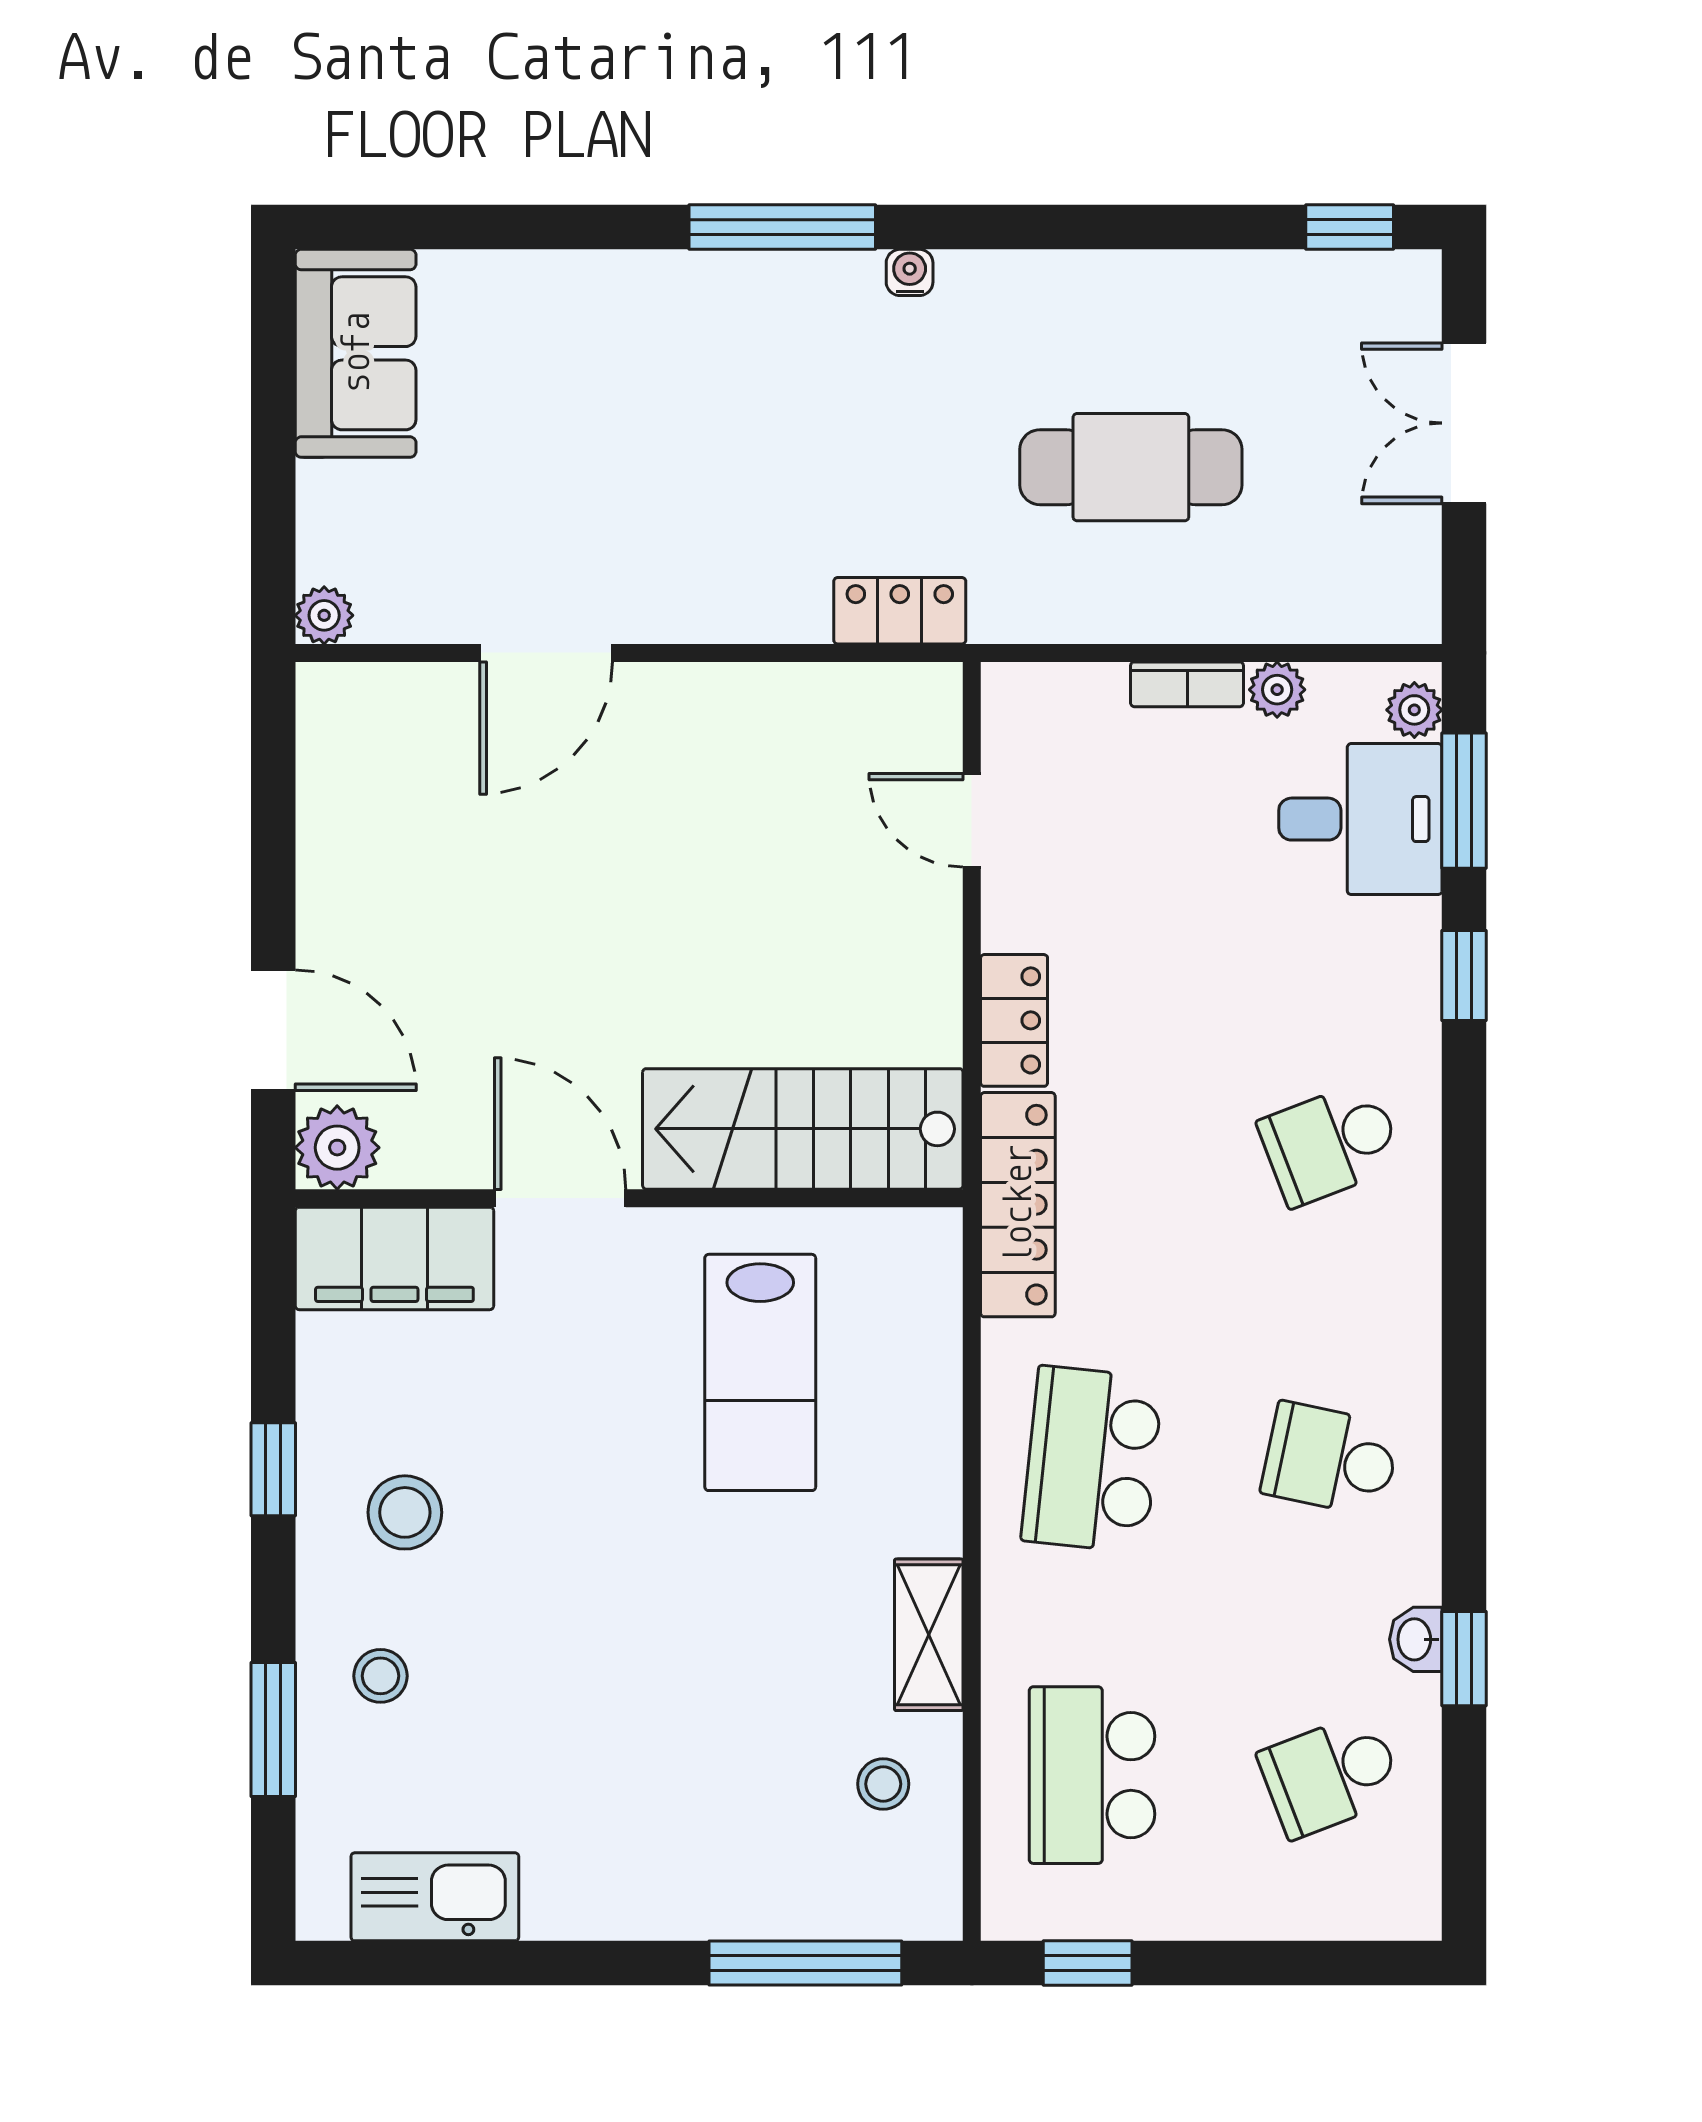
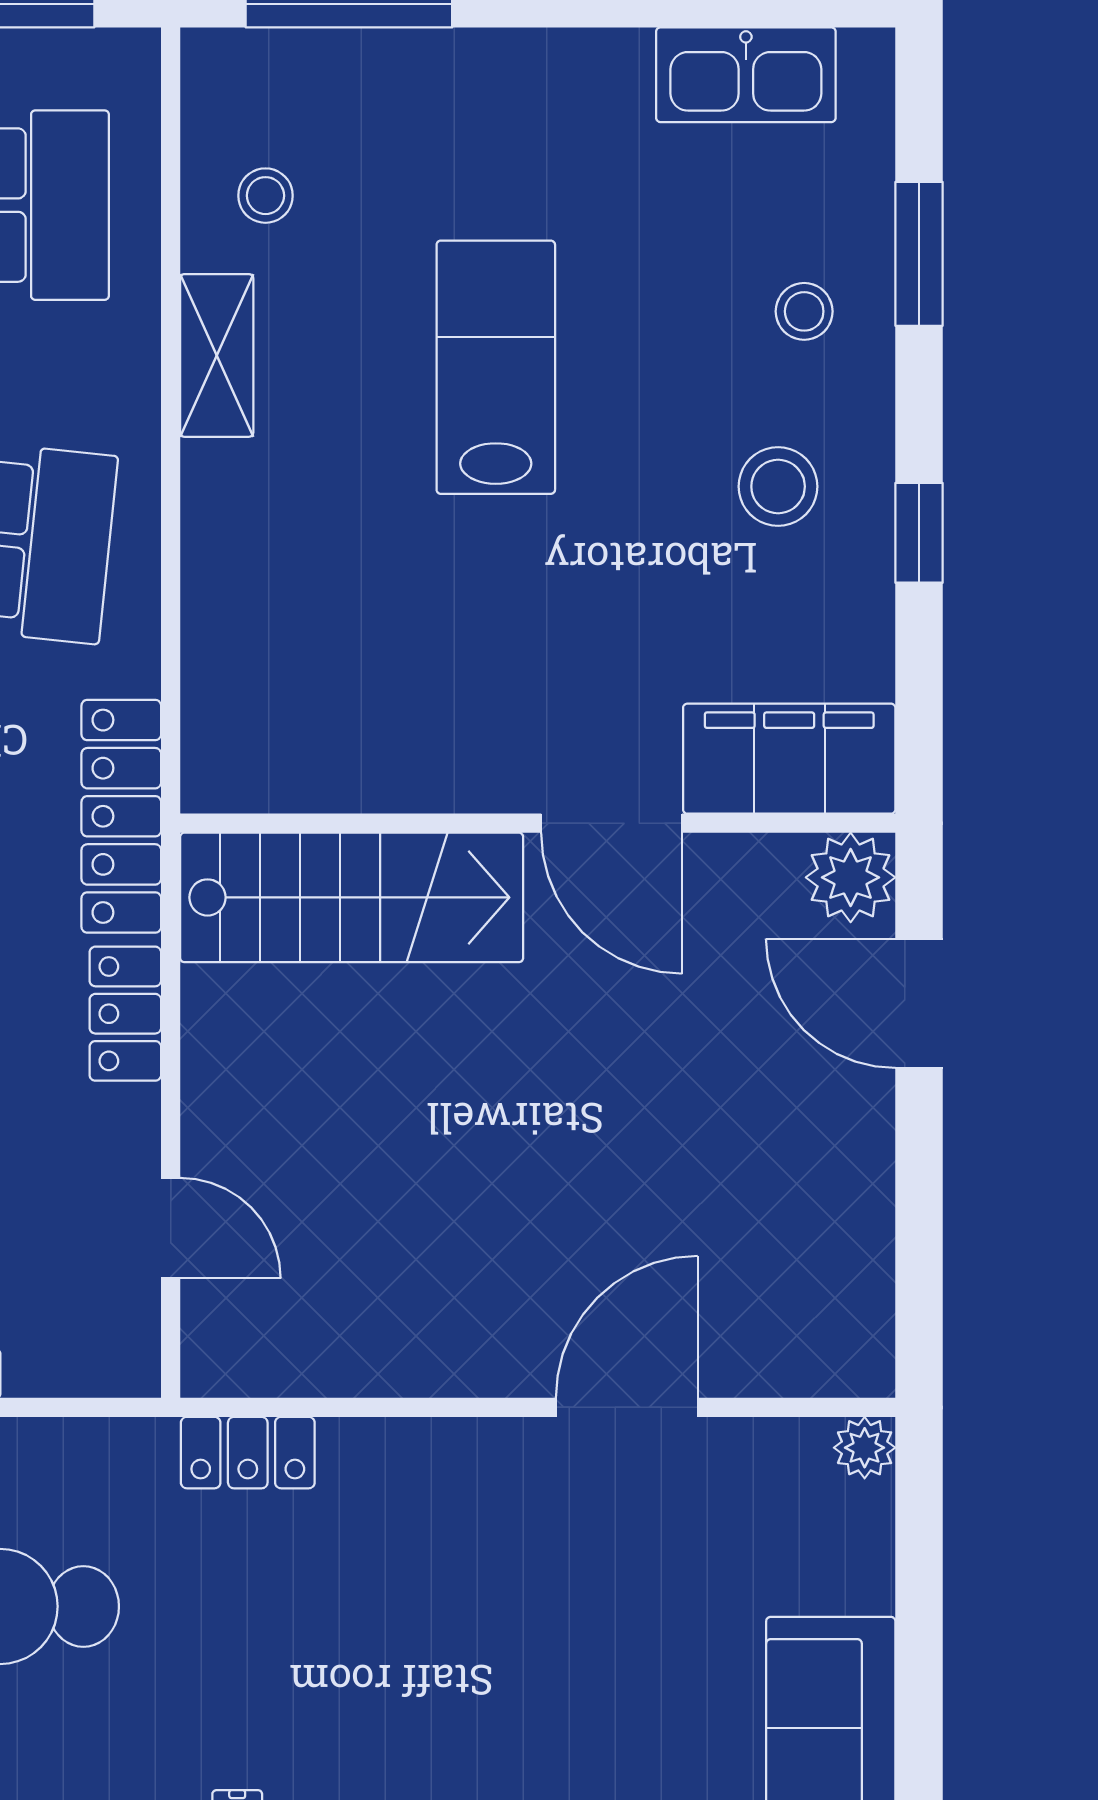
lab bench: (760, 1372) -> (496, 367), moved

